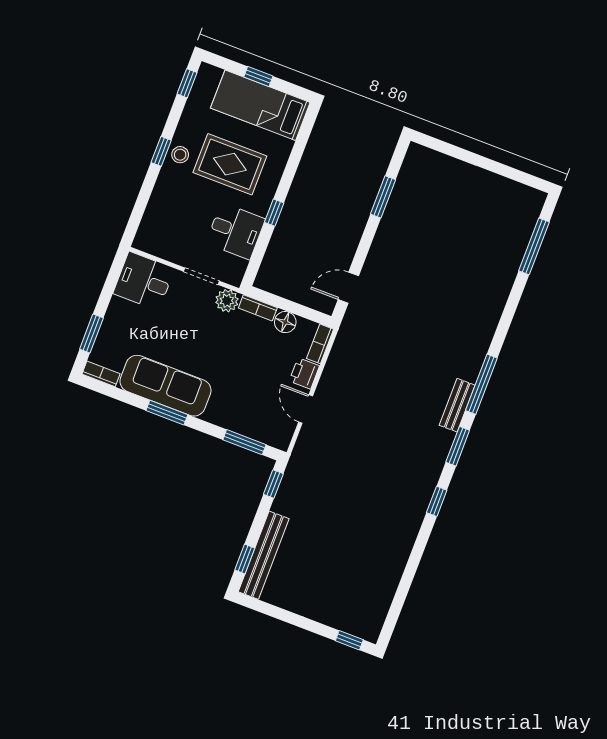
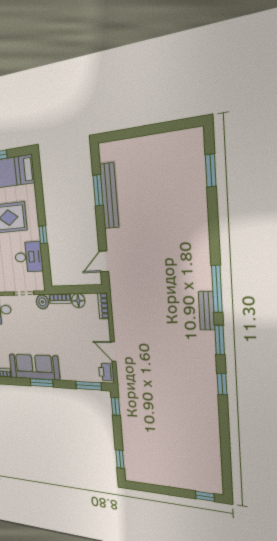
window: (534, 246) -> (211, 171), width x0.69
printer: (304, 373) -> (106, 372), moved
bench: (264, 555) -> (109, 196), moved

